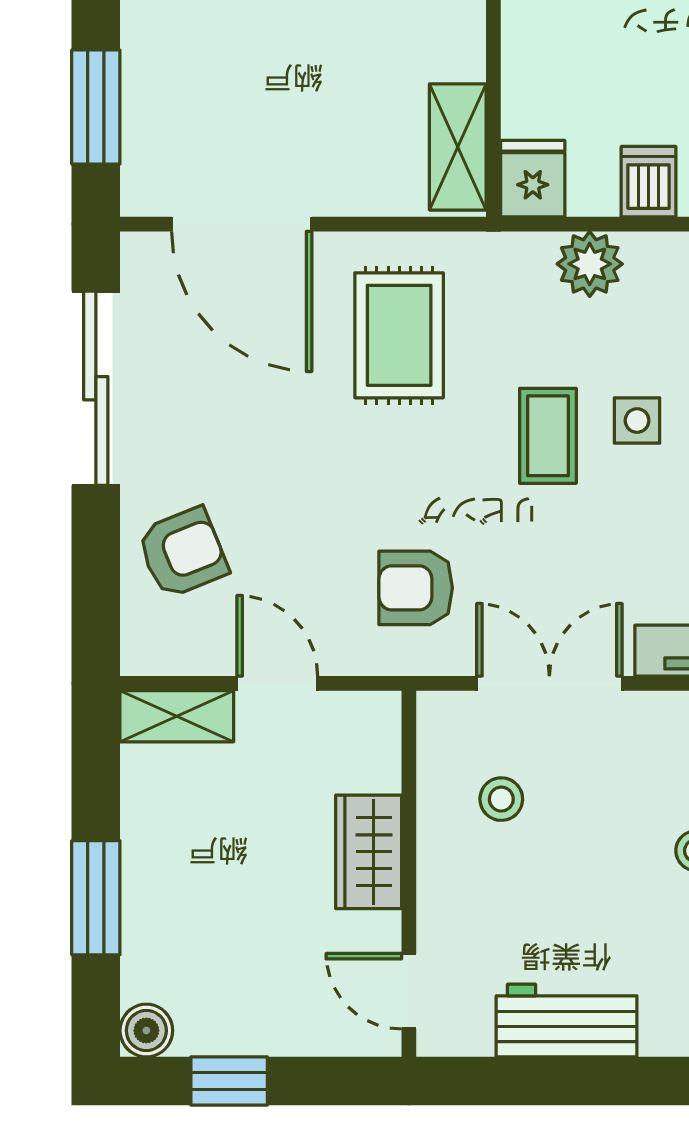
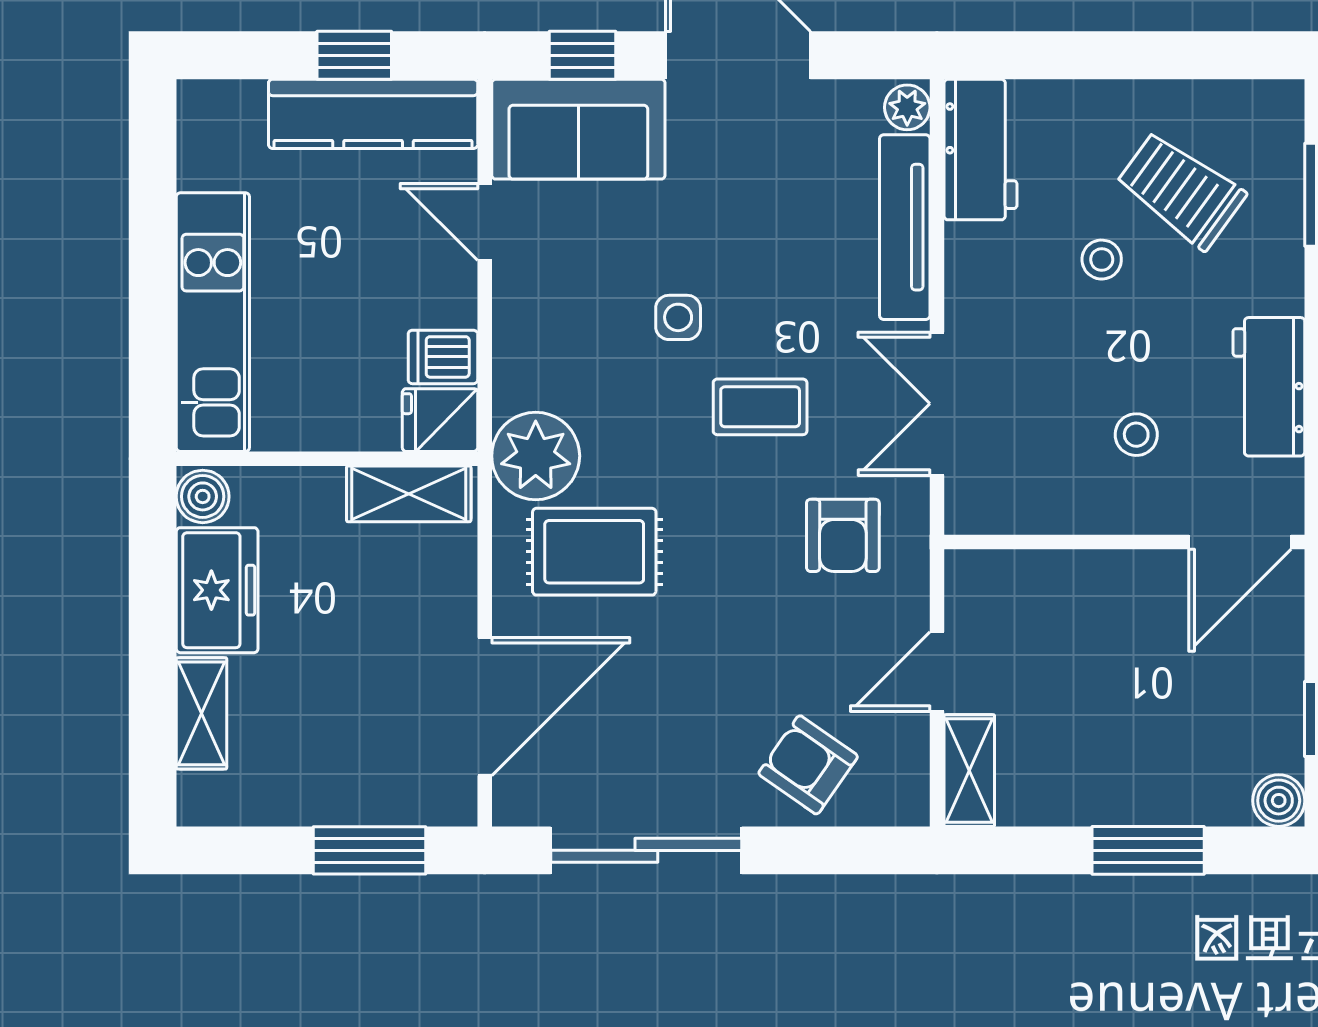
dishwasher: (649, 182) -> (443, 357), moved
plant: (590, 264) -> (536, 456), moved, width x1.36, depth x1.36
coffee table: (548, 436) -> (760, 407), moved
armchair: (183, 553) -> (808, 765), turned -33
stool: (501, 799) -> (1136, 435), moved
wardrobe: (369, 852) -> (1103, 582), removed
door: (409, 991) -> (1240, 542), width x1.38

